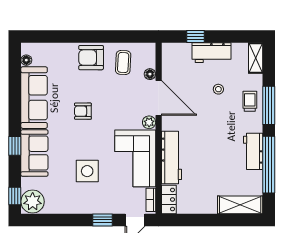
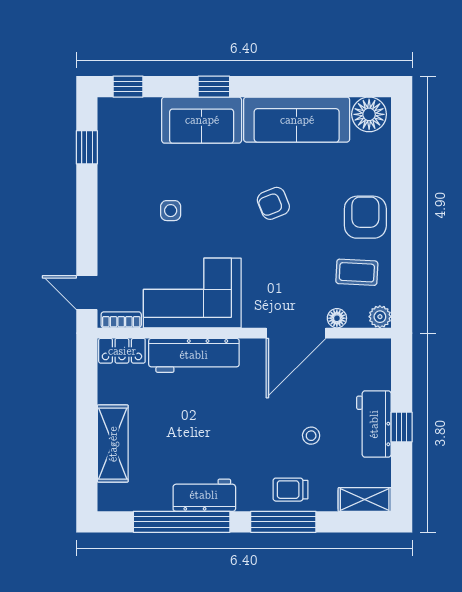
window: (195, 36) -> (402, 427), moved
floor lamp: (26, 60) -> (369, 114), width x1.89, depth x1.89
trolley: (250, 101) -> (290, 490), turned 180
armchair: (83, 111) -> (273, 203), turned -112
plant: (149, 122) -> (380, 317), moved
side table: (87, 171) -> (171, 211), width x0.54, depth x0.54
plant: (33, 202) -> (118, 117), removed
shelving: (240, 205) -> (113, 444), moved
window: (102, 220) -> (87, 147), moved

